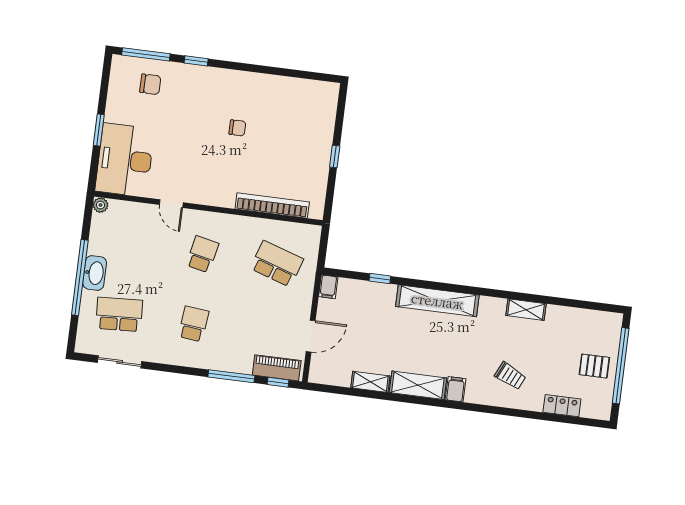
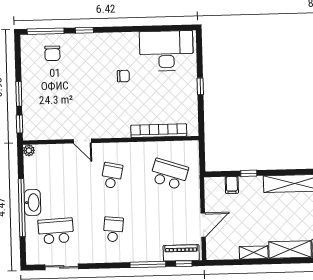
chair: (150, 84) -> (52, 53), turned 90
desk: (125, 160) -> (166, 51), moved, turned 90
window: (94, 169) -> (20, 124), added
filing cabinet: (328, 287) -> (232, 185), moved

